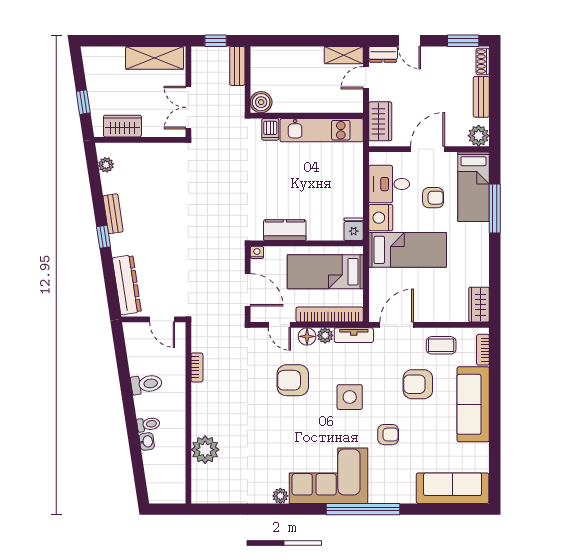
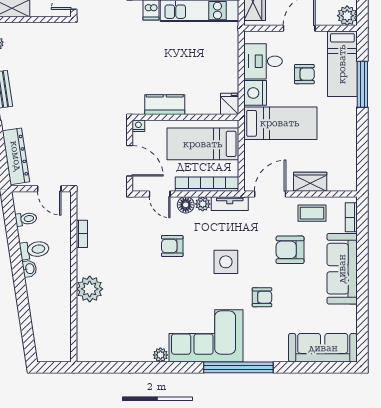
wardrobe: (479, 305) -> (310, 182), moved, turned 90
armchair: (293, 380) -> (172, 246), width x0.72, depth x0.72
toilet: (148, 424) -> (26, 219), moved
washbasin: (147, 441) -> (29, 269), moved
plant: (205, 450) -> (90, 289), moved

